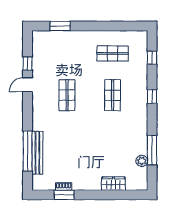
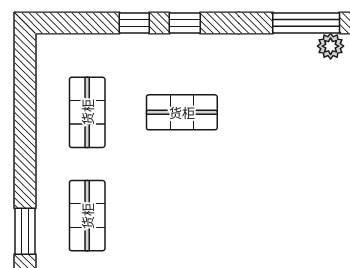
window: (152, 58) -> (134, 23), moved
shop shelf: (67, 95) -> (87, 216), moved, turned 90

